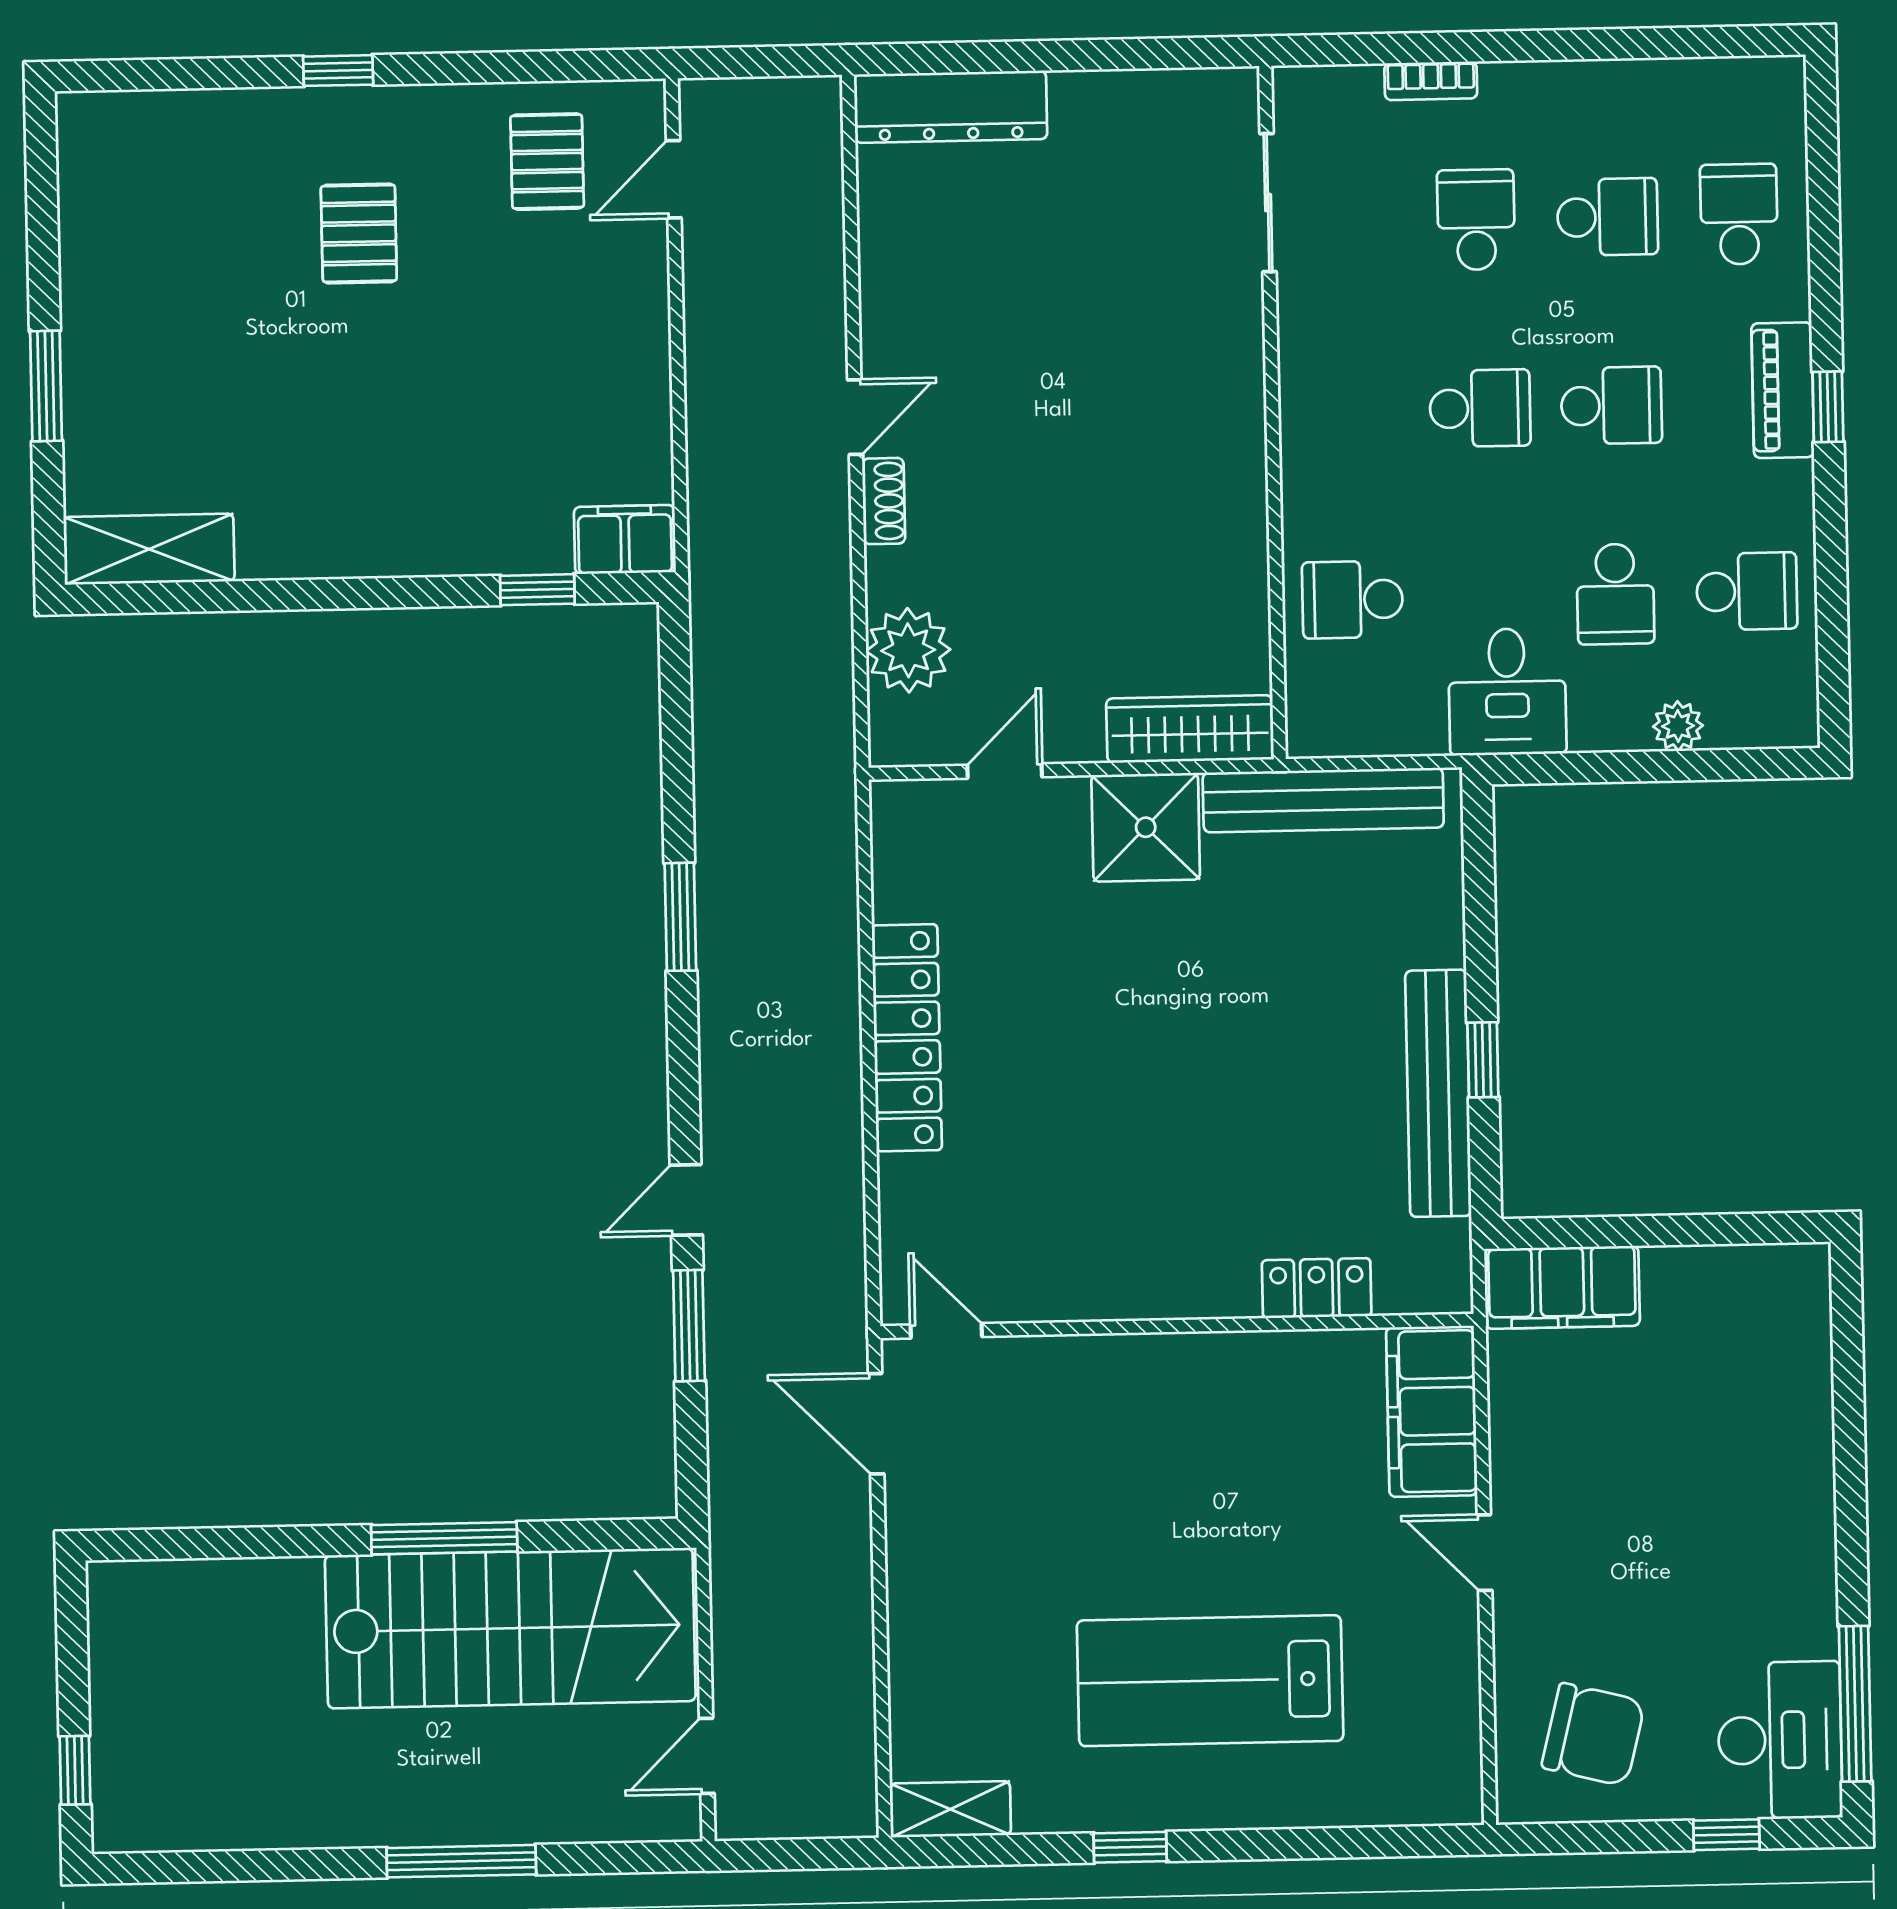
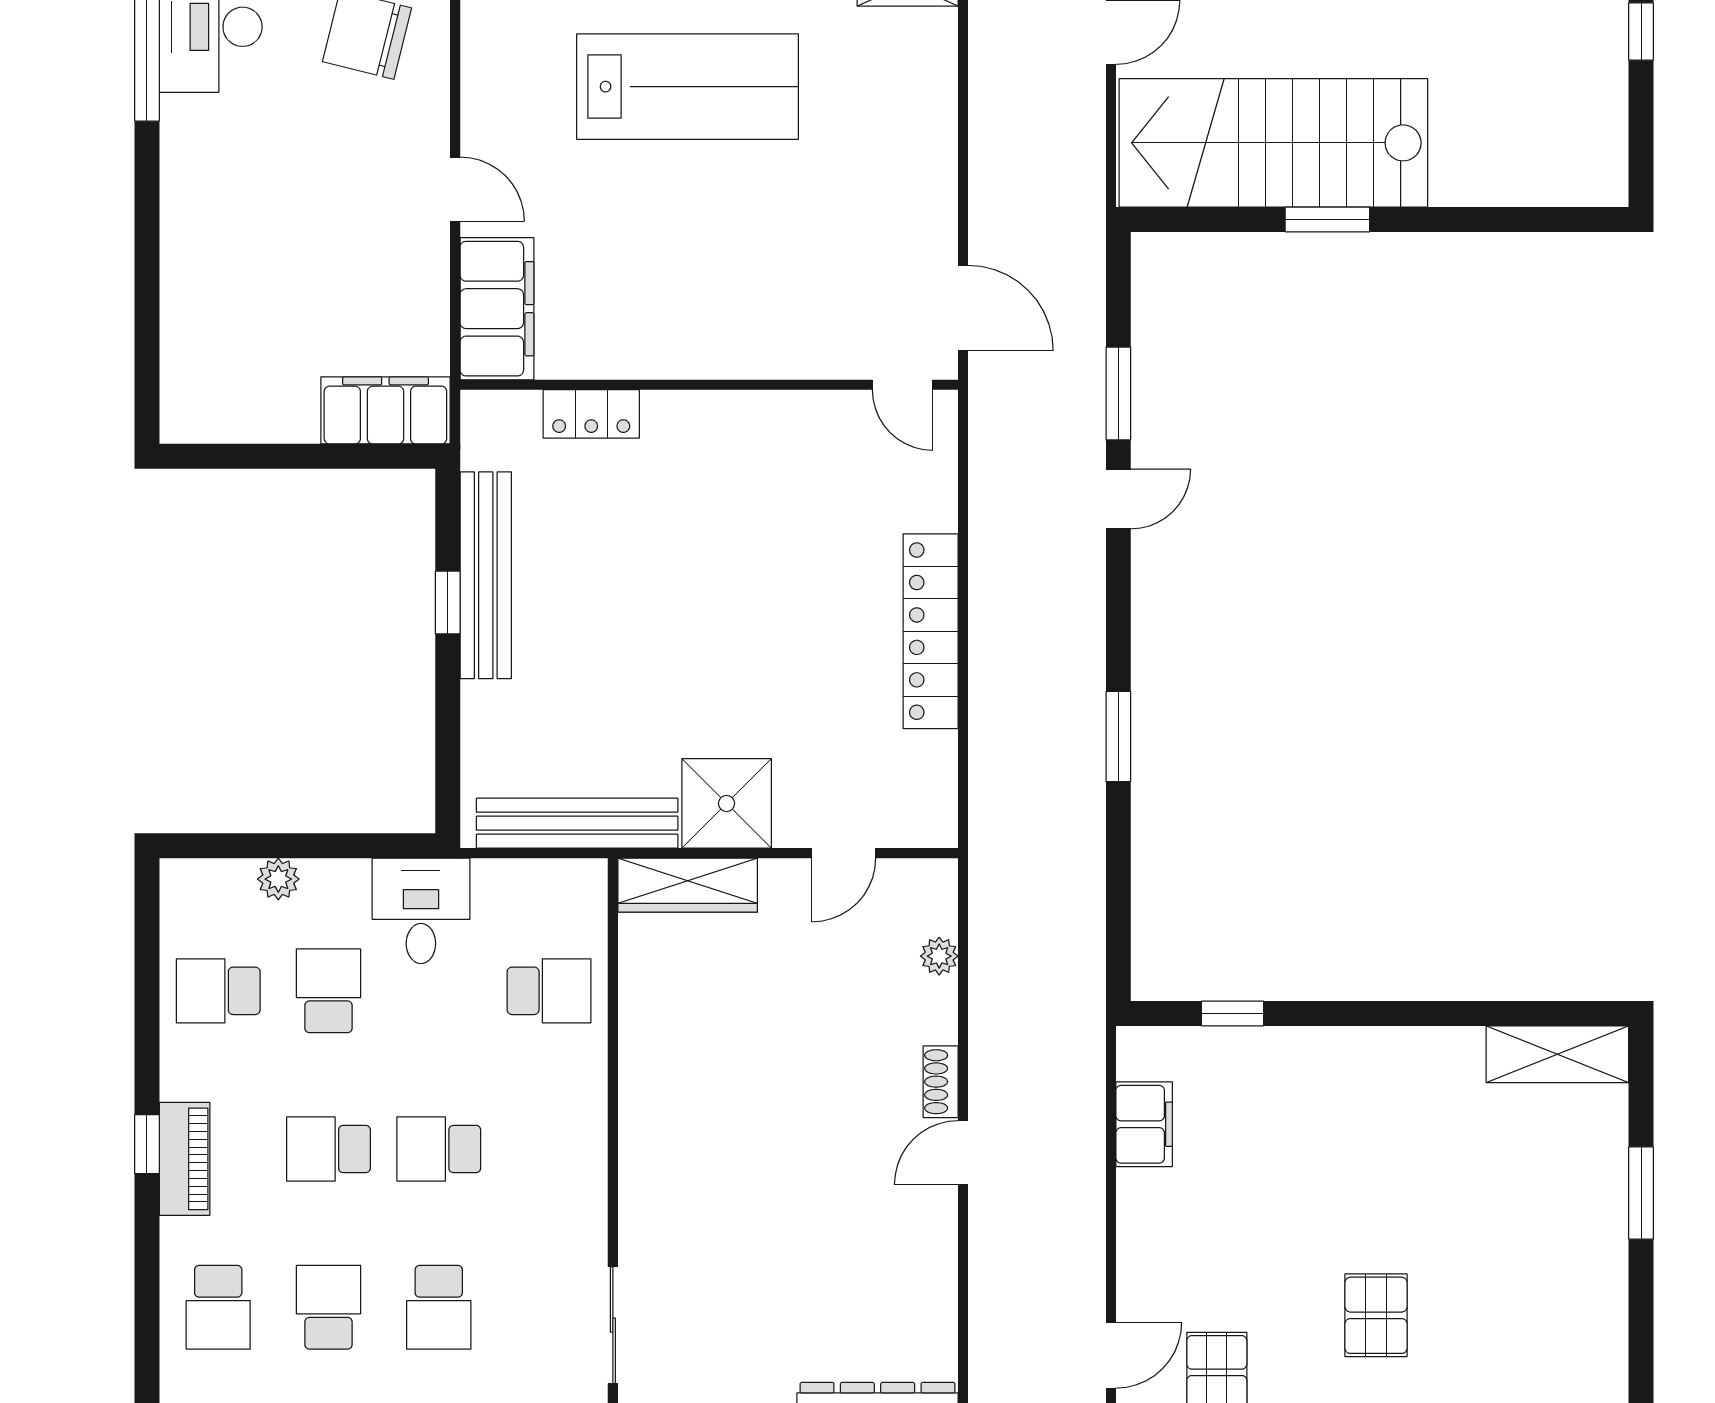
school desk: (1607, 217) -> (328, 1307), turned 90
filing cabinet: (625, 540) -> (1144, 1124), moved, turned -90
plant: (908, 650) -> (939, 956), width x0.53, depth x0.53
window: (444, 1538) -> (1327, 220), width x0.69

